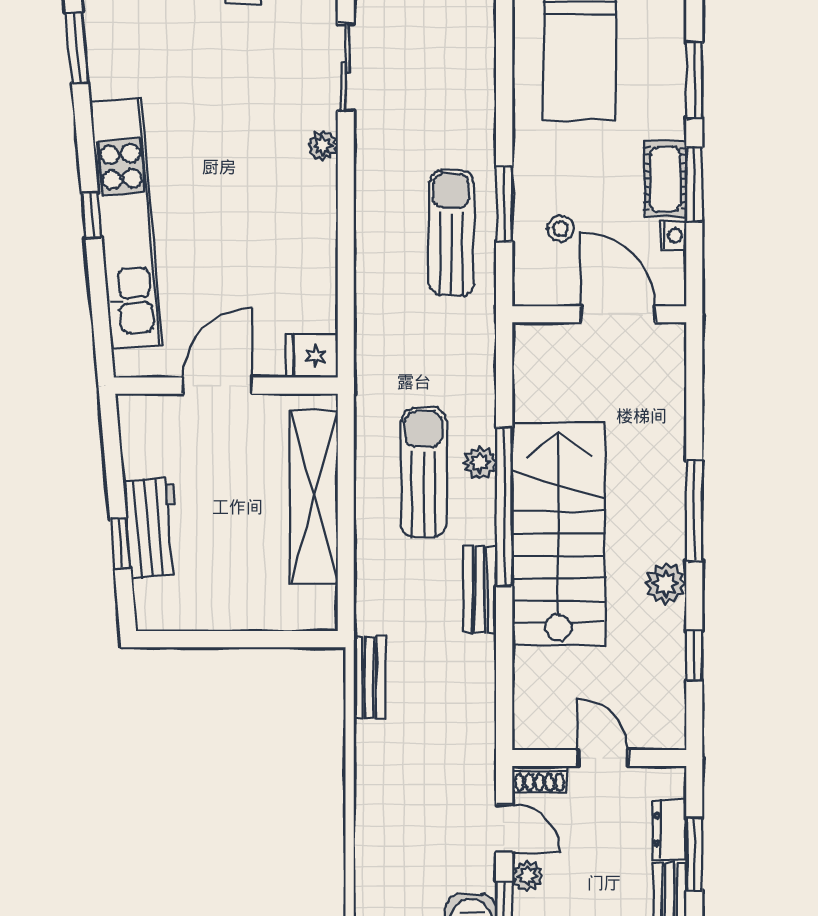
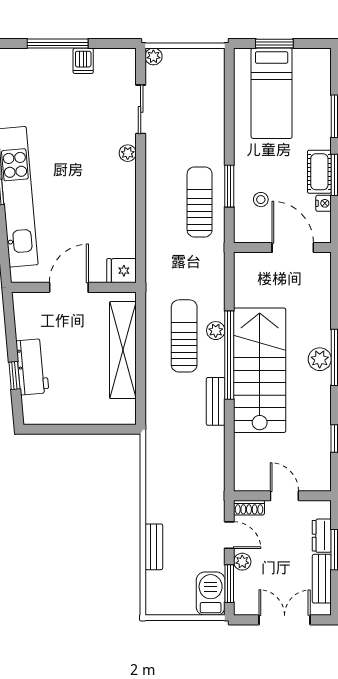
plant: (666, 584) -> (320, 359), moved
bench: (369, 677) -> (154, 547), moved

